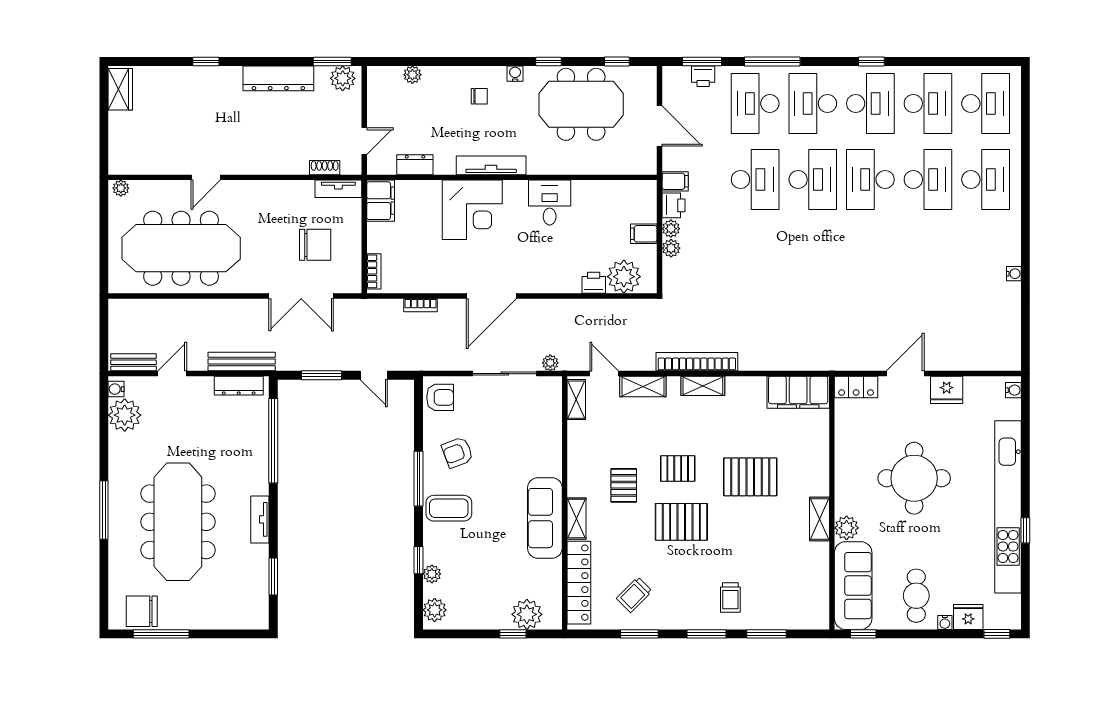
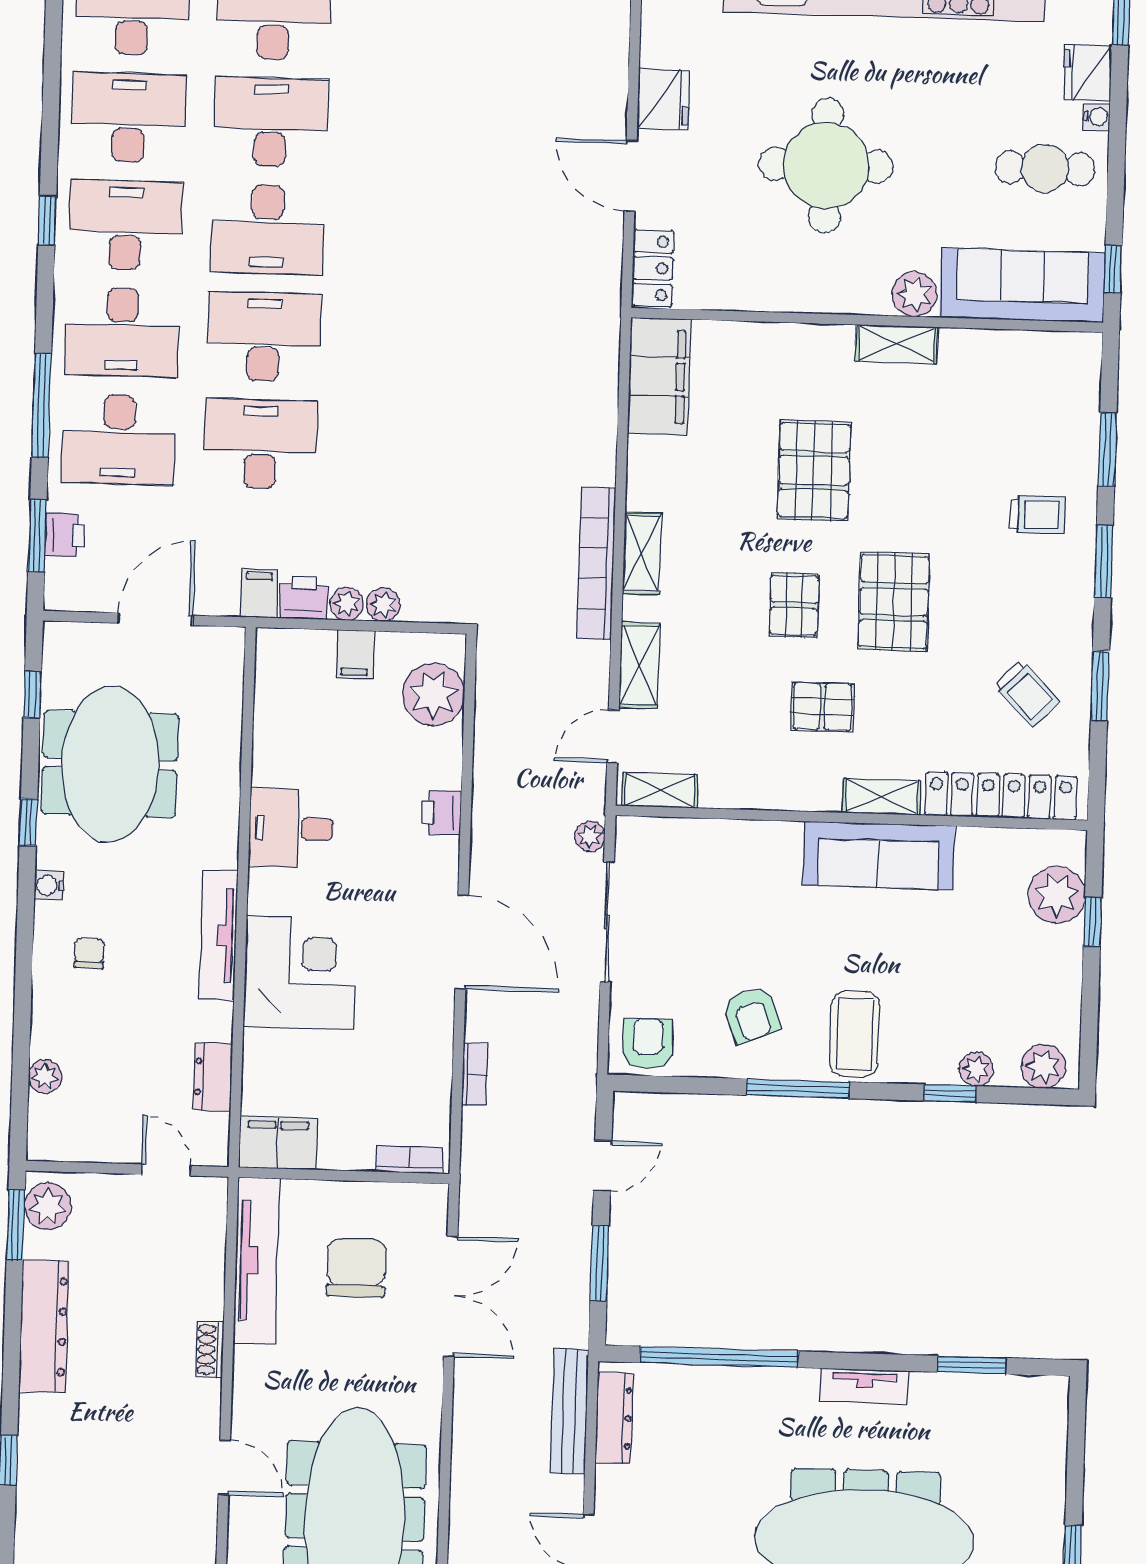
shoe rack: (325, 168) -> (210, 1349), moved
tv unit: (338, 189) -> (257, 1261), width x1.92, depth x1.29
printer: (594, 283) -> (441, 813), moved

